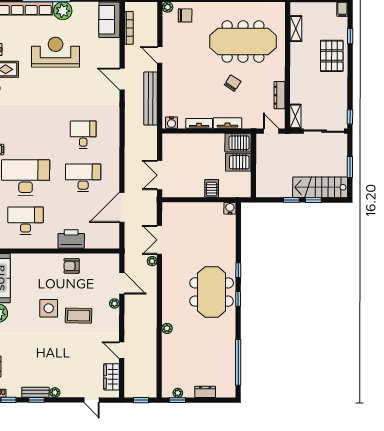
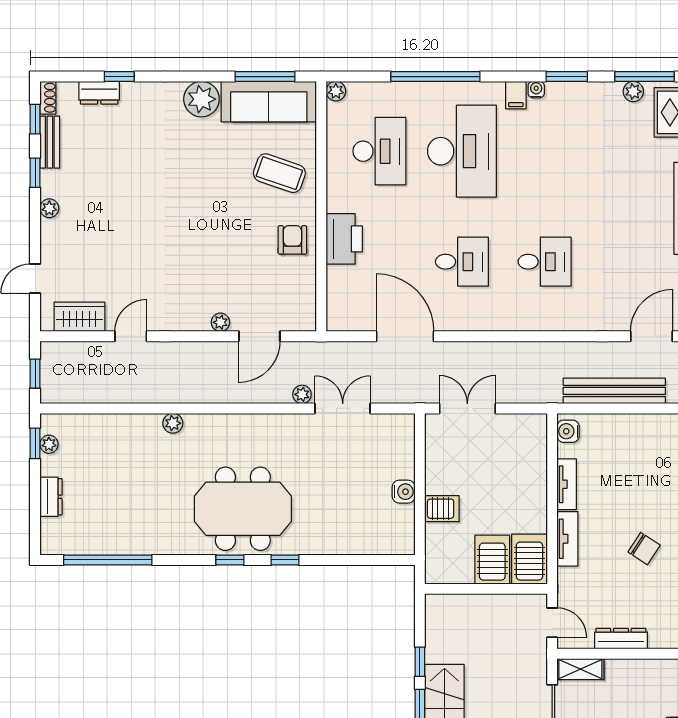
door: (271, 131) -> (552, 623), hinge flipped
desk: (83, 178) -> (462, 262), width x0.73
water cooler: (230, 208) -> (404, 492), moved
side table: (49, 308) -> (211, 196), removed
coffee table: (79, 316) -> (279, 173), moved, turned -72
bench: (35, 392) -> (50, 142), moved

